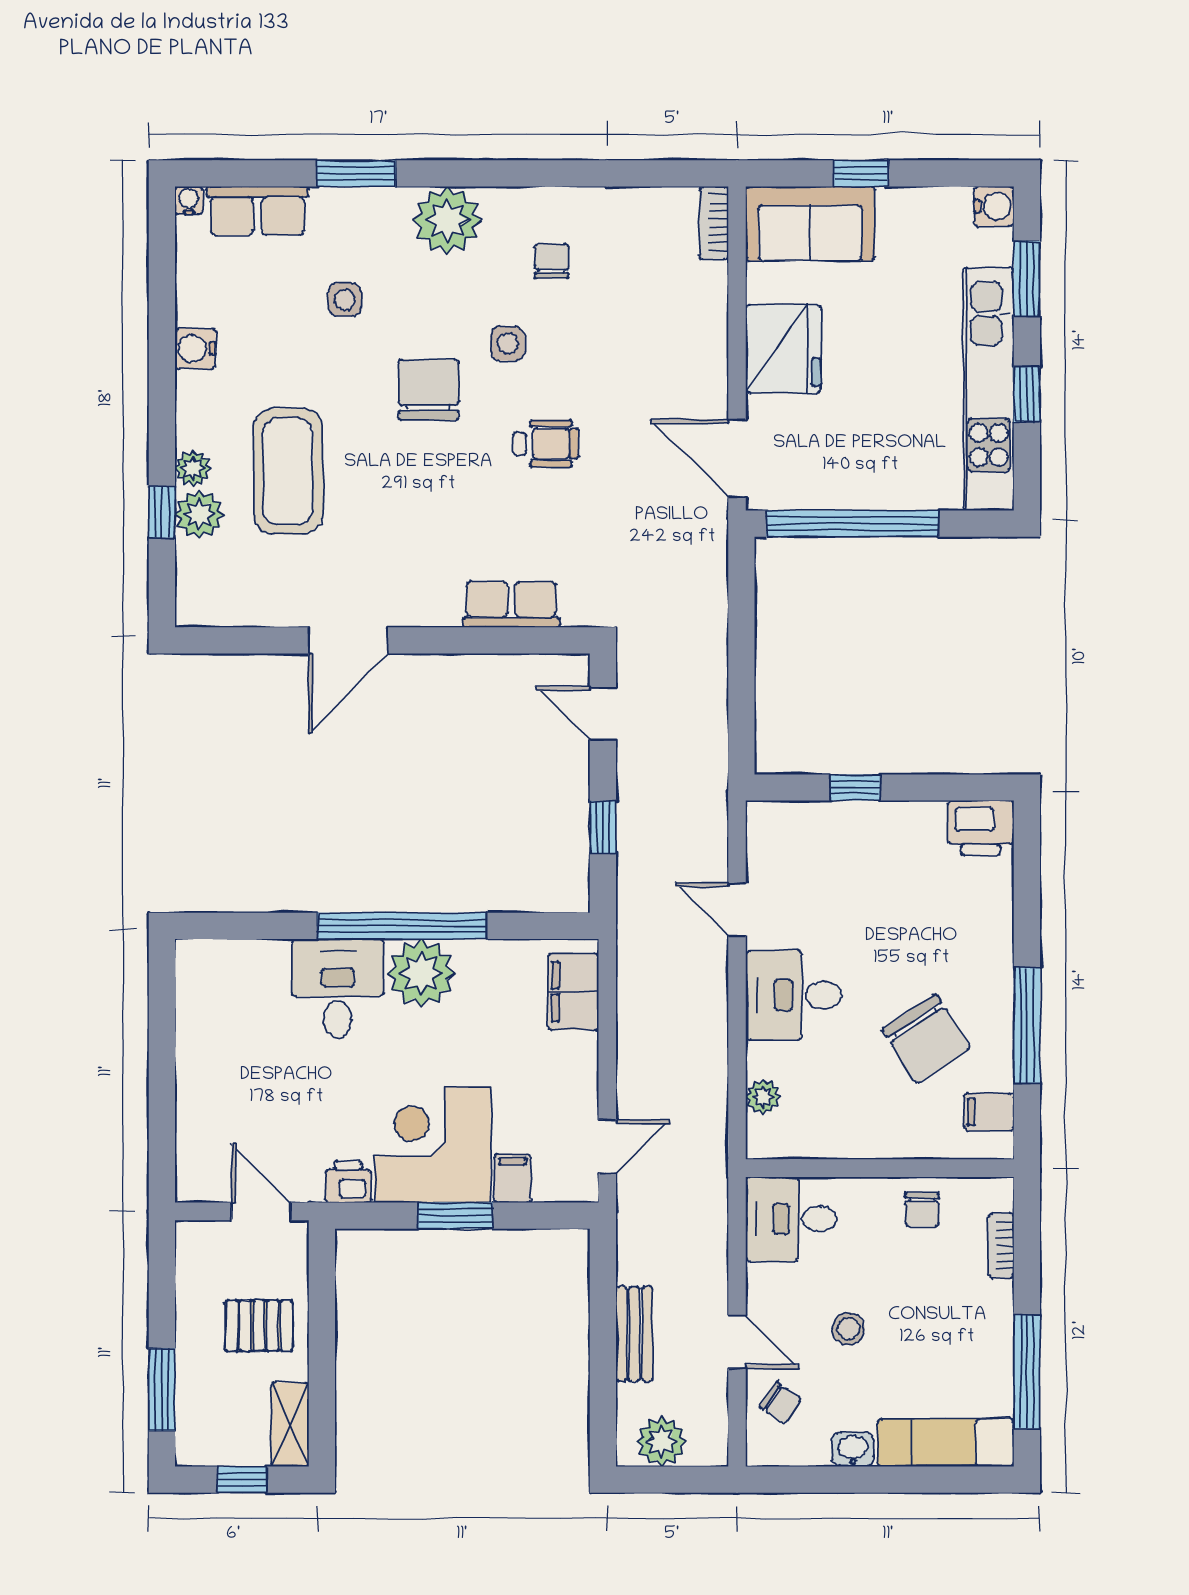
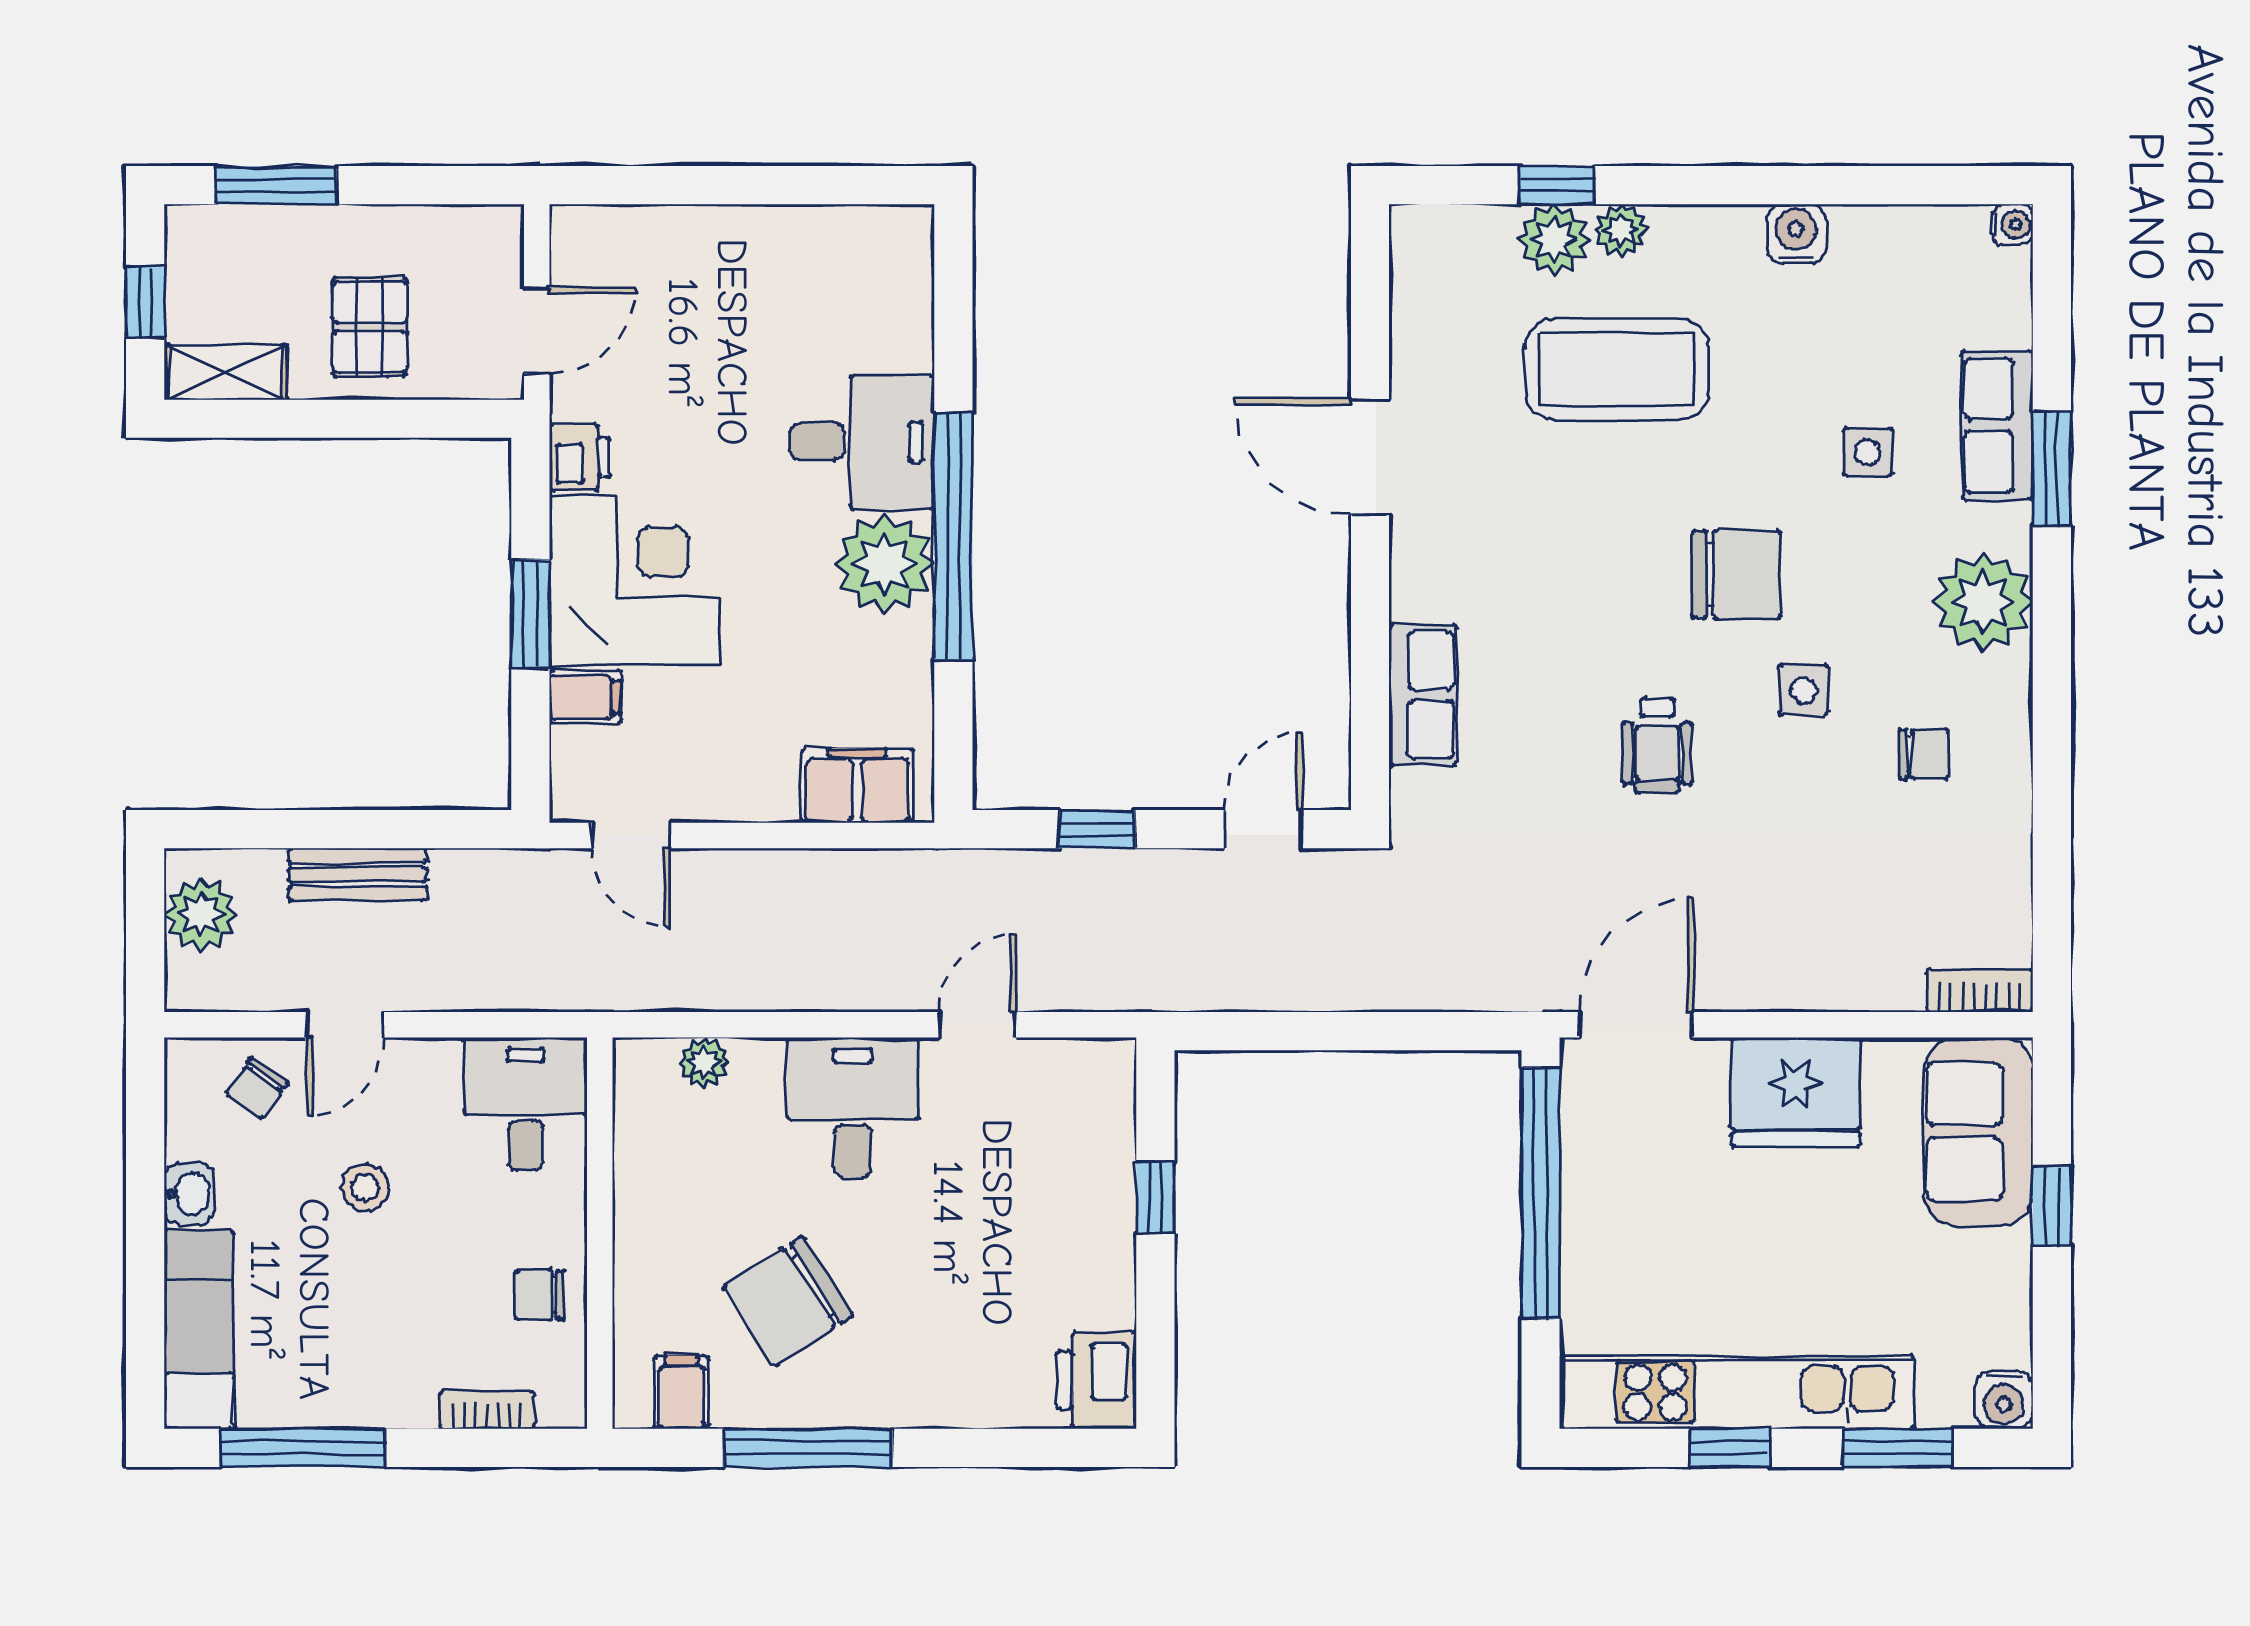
row of seats: (257, 211) -> (1997, 425), moved

